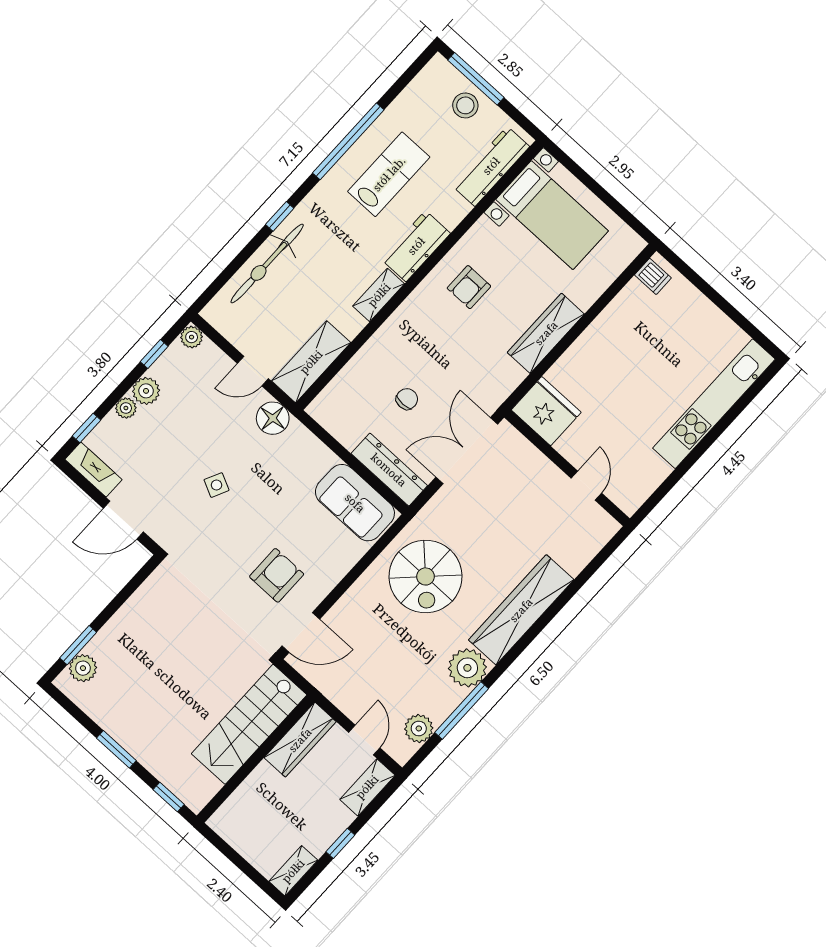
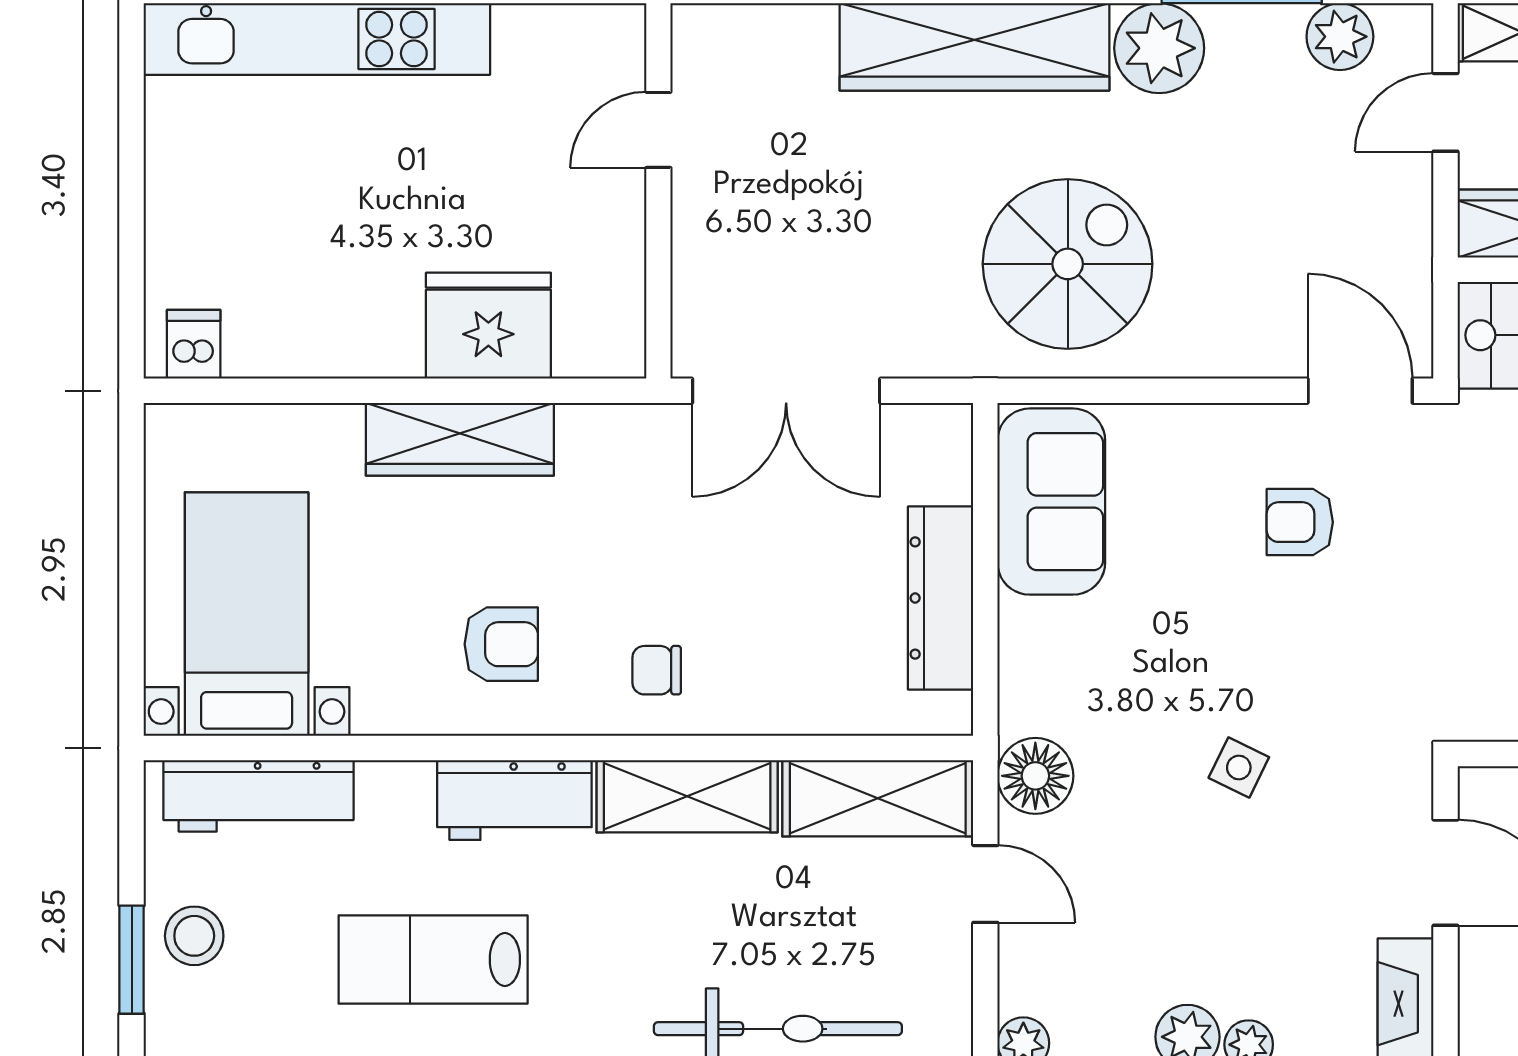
window: (476, 79) -> (132, 960), width x0.69
shelving: (379, 295) -> (687, 796), width x1.50, depth x1.33
chair: (407, 399) -> (657, 670), moved
fridge: (546, 411) -> (488, 326), moved, turned 90
dresser: (389, 470) -> (941, 598), moved
armchair: (277, 575) -> (1300, 522), width x0.72, depth x0.72

